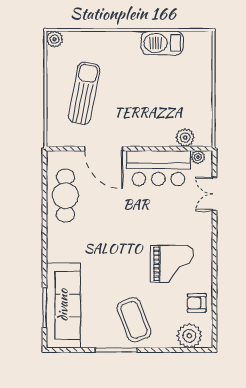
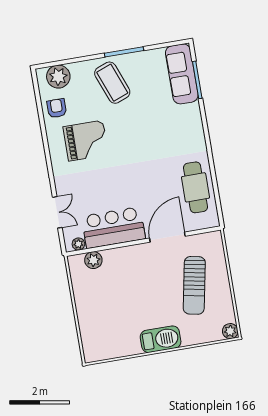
barbecue: (162, 43) -> (161, 339), moved
door: (104, 149) -> (167, 237), hinge flipped
grand piano: (172, 264) -> (86, 141), turned 180
armchair: (197, 303) -> (57, 108), turned -90
sofa: (63, 305) -> (182, 74), width x0.74, depth x0.79

